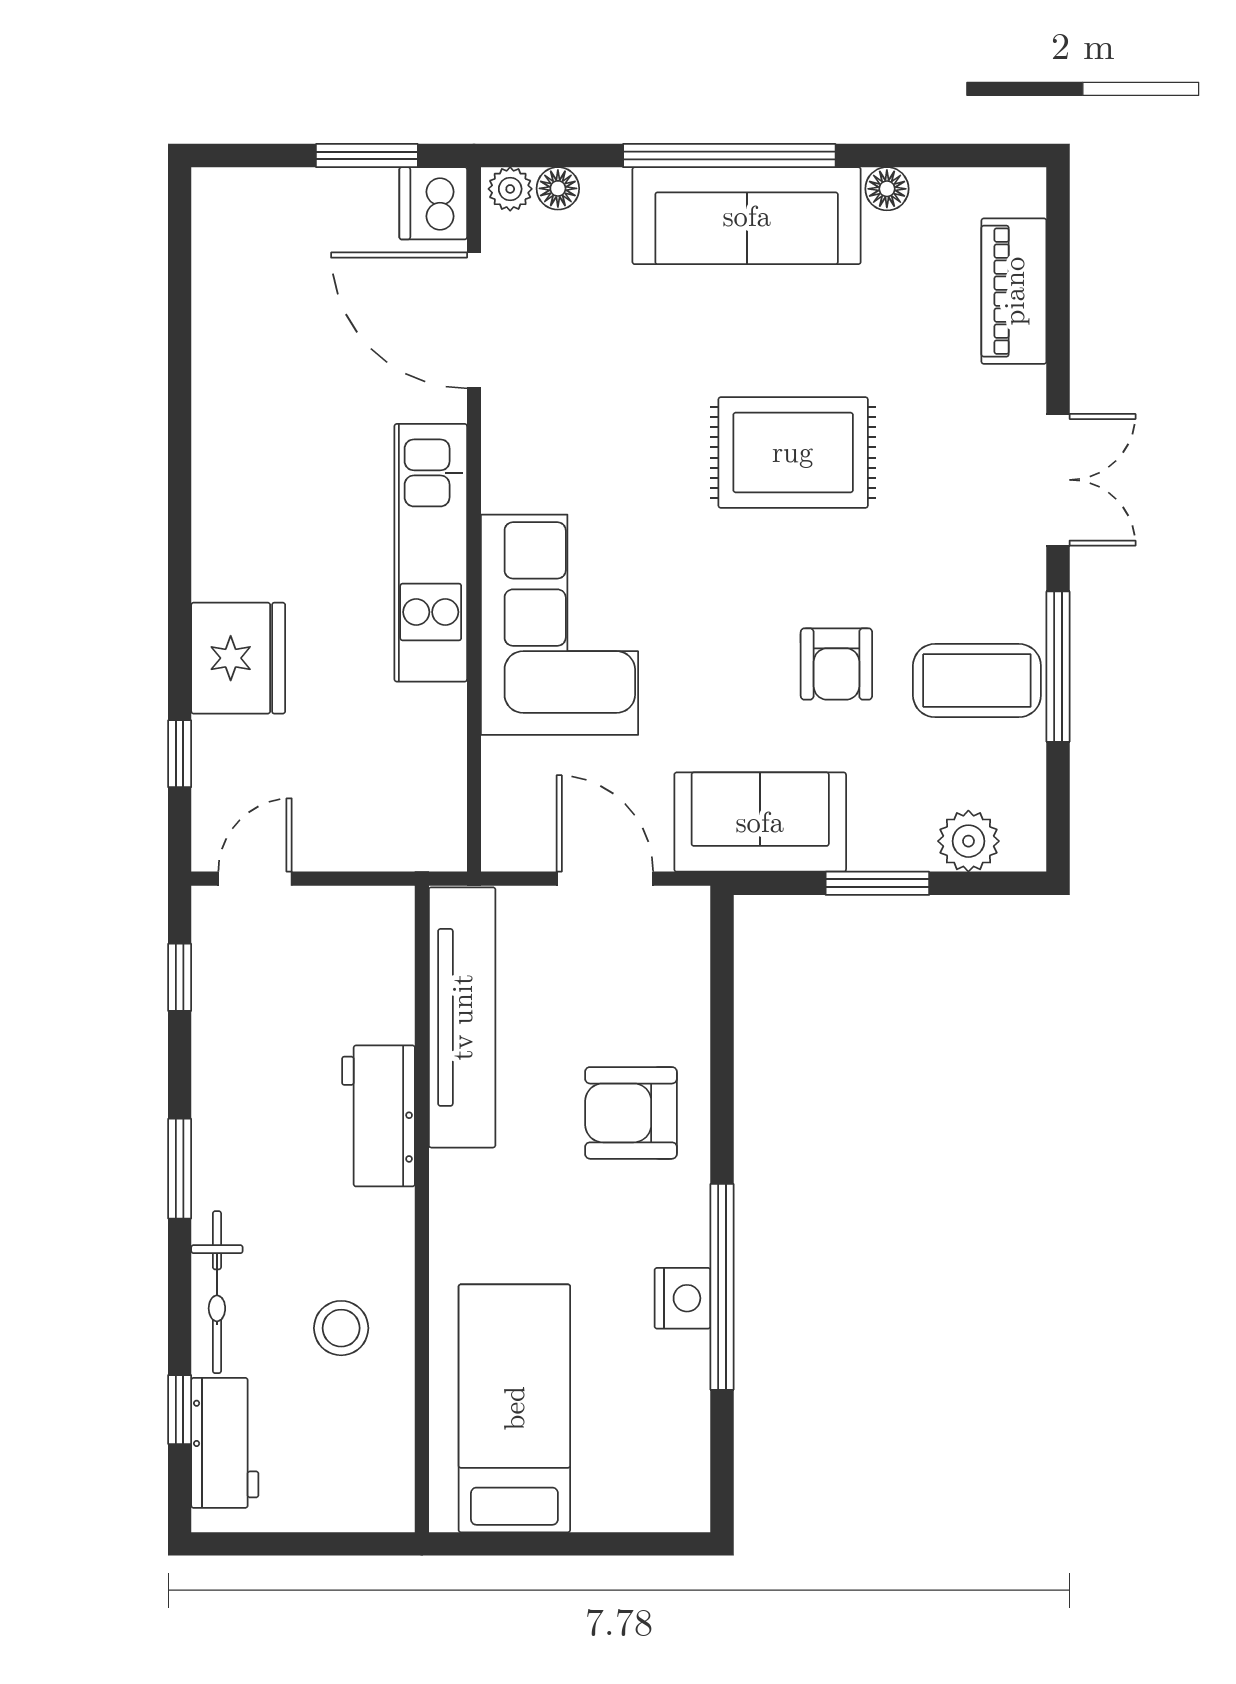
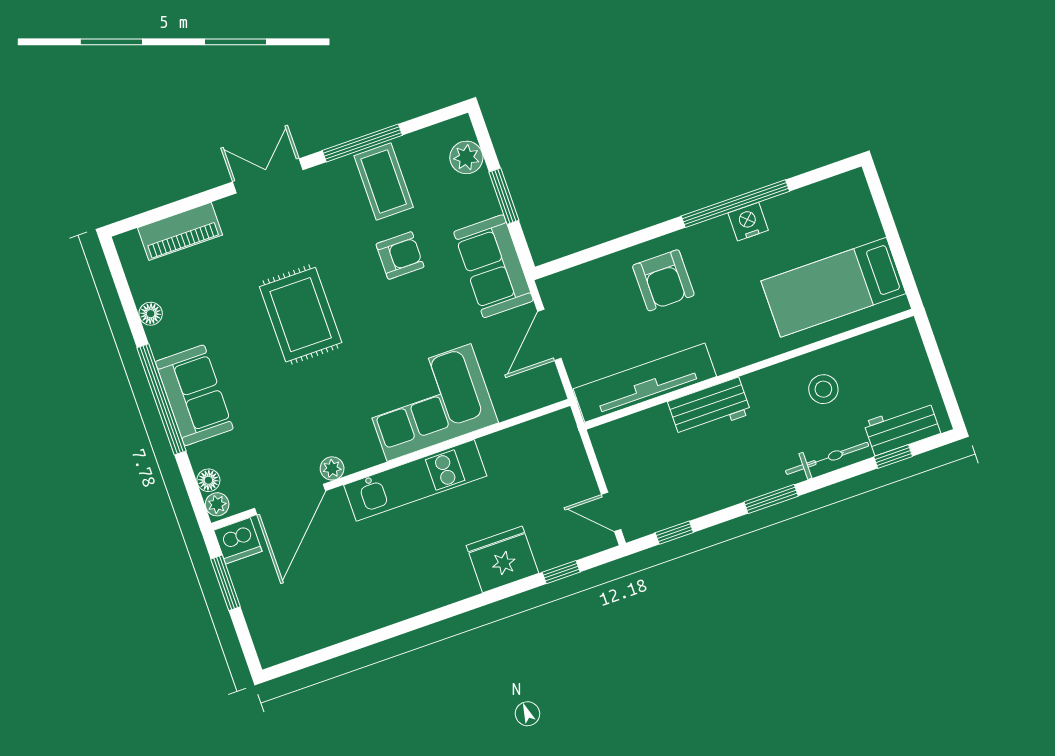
sofa: (747, 216) -> (194, 395), width x0.73
plant: (503, 414) -> (332, 468), added

